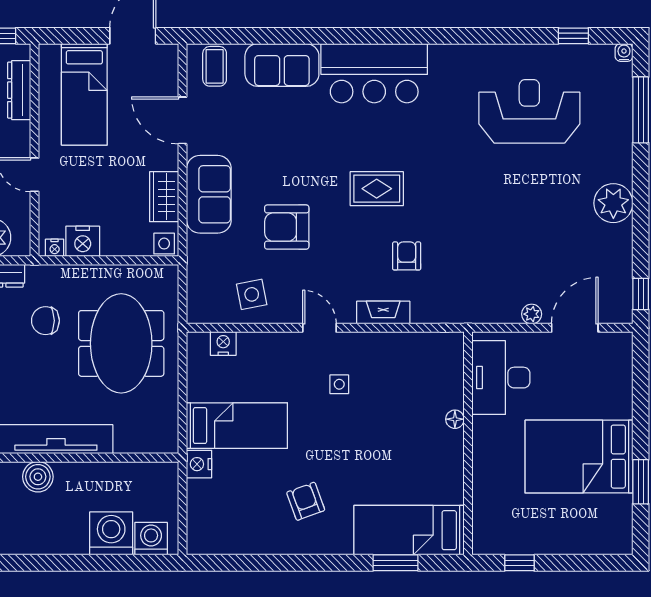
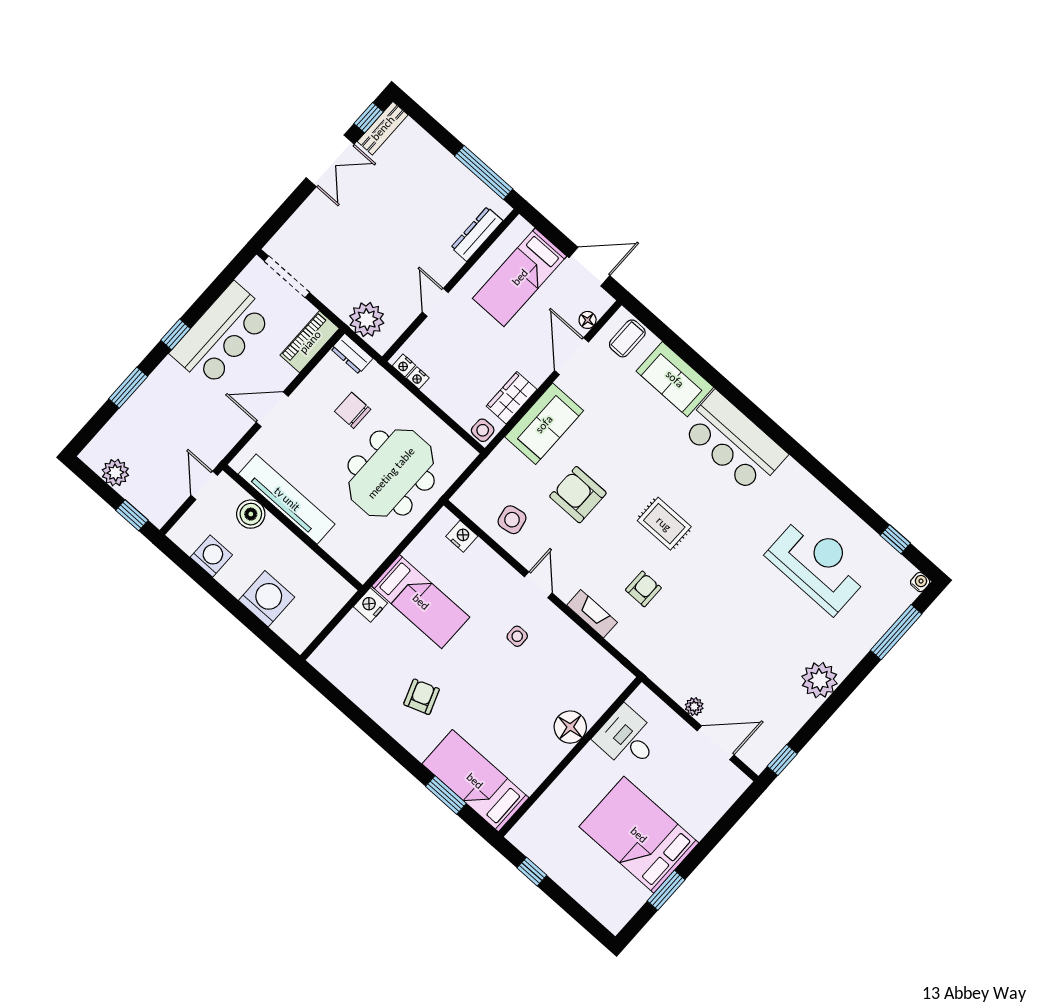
floor lamp: (169, 80) -> (588, 320), added
nightstand: (83, 241) -> (418, 378), width x0.53, depth x0.56
desk: (501, 378) -> (627, 739), width x0.73
floor lamp: (455, 419) -> (570, 727), width x1.89, depth x1.89
washing machine: (151, 539) -> (211, 556), moved

